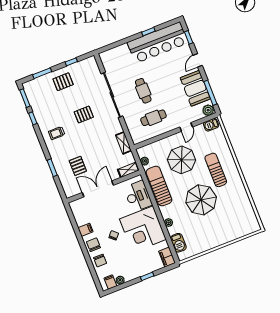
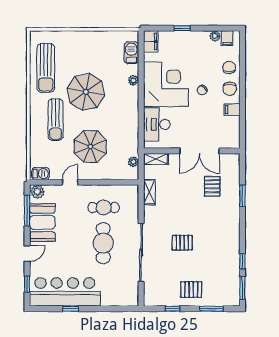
cafe table: (143, 91) -> (103, 243), width x1.37, depth x1.35
trolley: (57, 133) -> (222, 233), removed
sun lounger: (159, 186) -> (46, 68), moved

